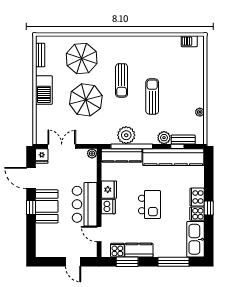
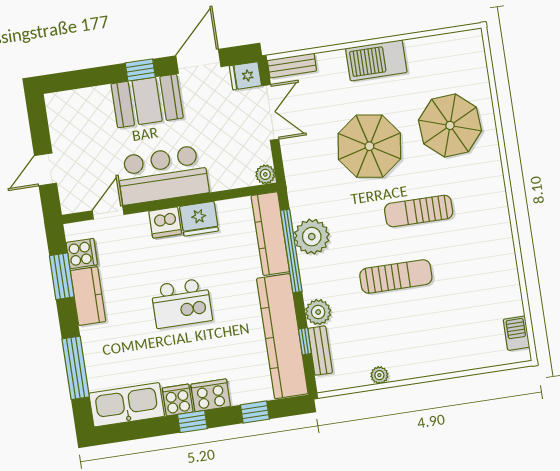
bench: (40, 55) -> (292, 66), moved
window: (209, 176) -> (255, 412), added

